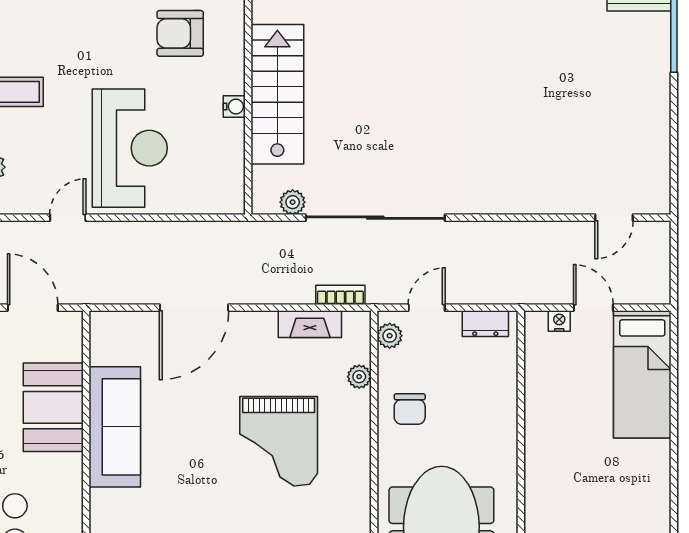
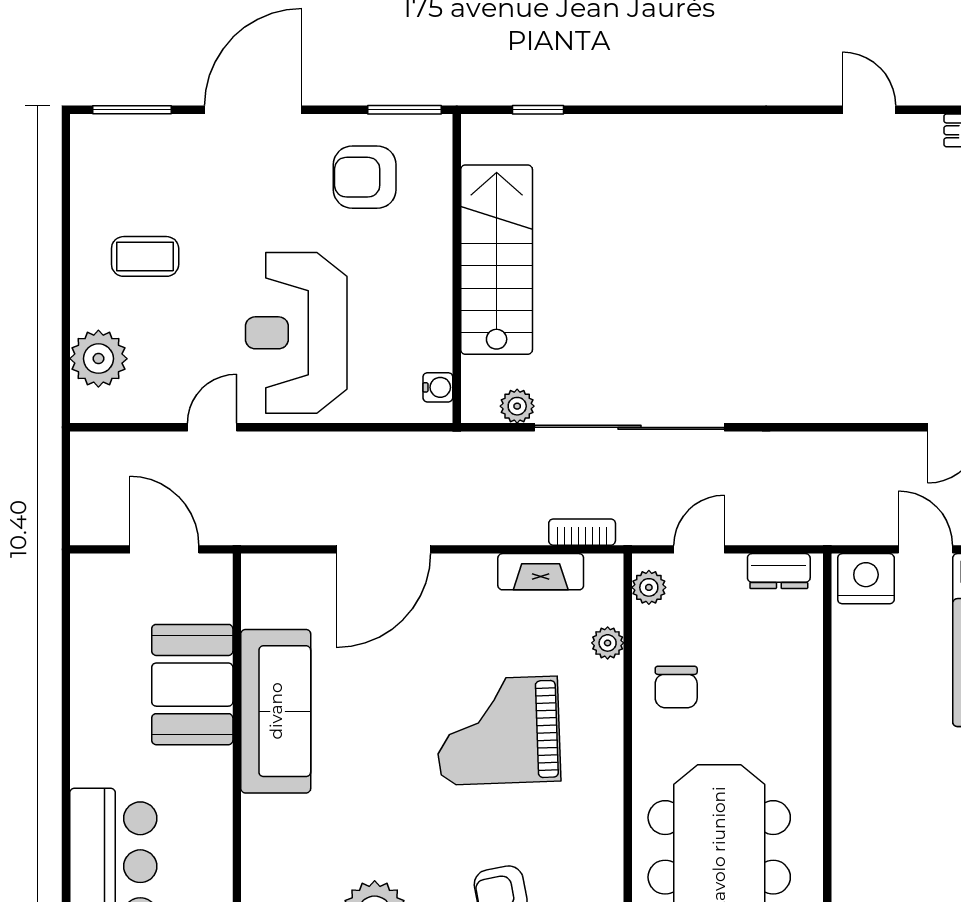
water cooler: (234, 106) -> (438, 387), moved
reception desk: (130, 148) -> (296, 333), turned 180
nightstand: (559, 321) -> (866, 579), width x1.89, depth x1.79
grand piano: (279, 441) -> (498, 731), turned 88

